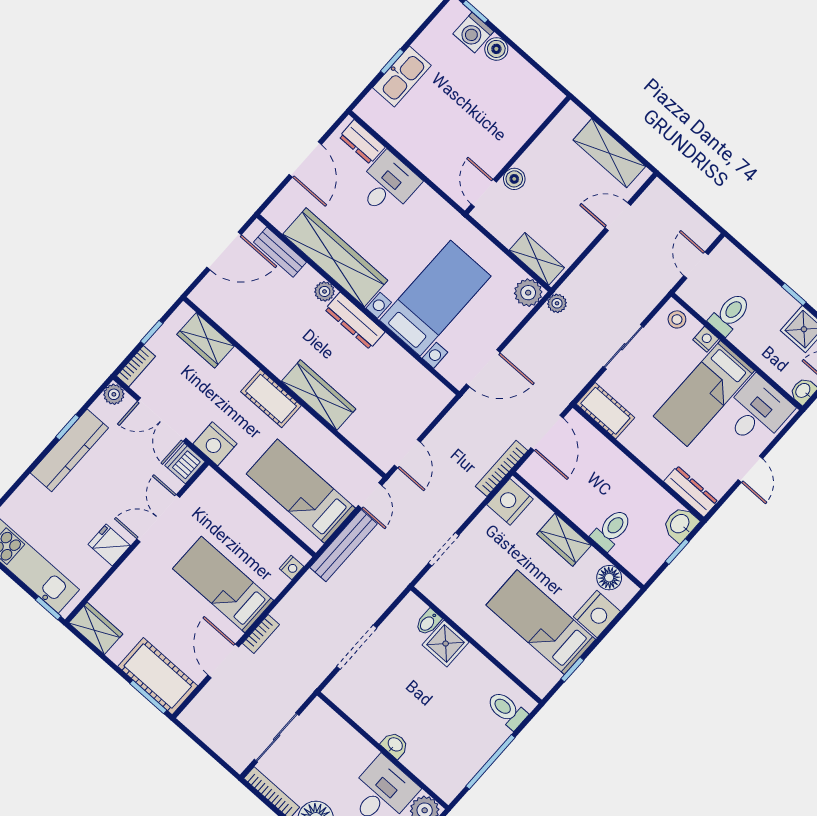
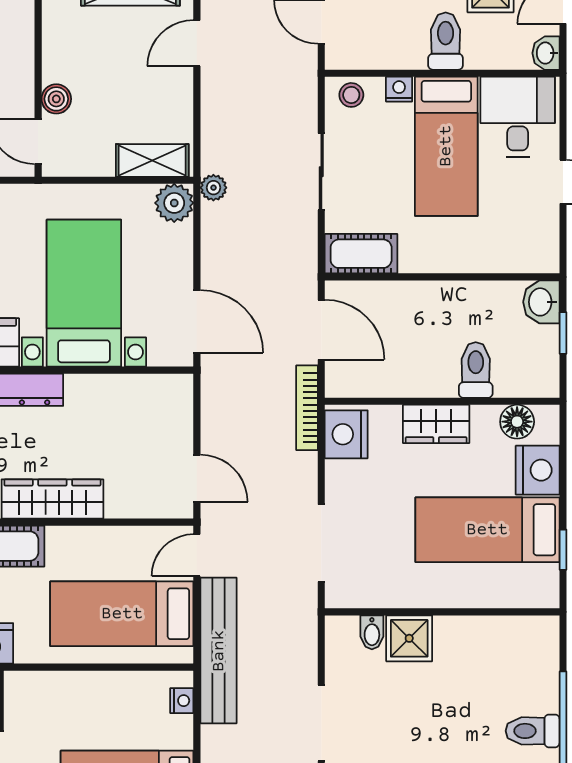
toilet: (730, 314) -> (446, 41), moved
door: (483, 368) -> (197, 322), hinge flipped
dresser: (691, 492) -> (522, 259), removed
door: (370, 496) -> (197, 555), swing flipped
bench: (344, 546) -> (219, 651), width x1.37, depth x1.21
doorway: (444, 549) -> (321, 543), width x1.38
toilet: (507, 710) -> (533, 731), moved

